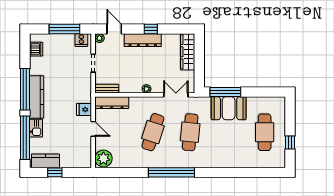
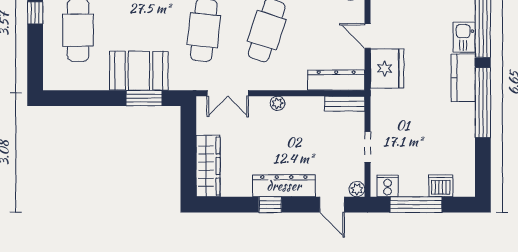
dishwasher: (36, 49) -> (441, 186), moved, turned 90
window: (225, 92) -> (144, 98), width x0.69
kitchen counter: (37, 97) -> (463, 78), width x0.67
fridge: (84, 110) -> (387, 69), width x1.88, depth x1.34

